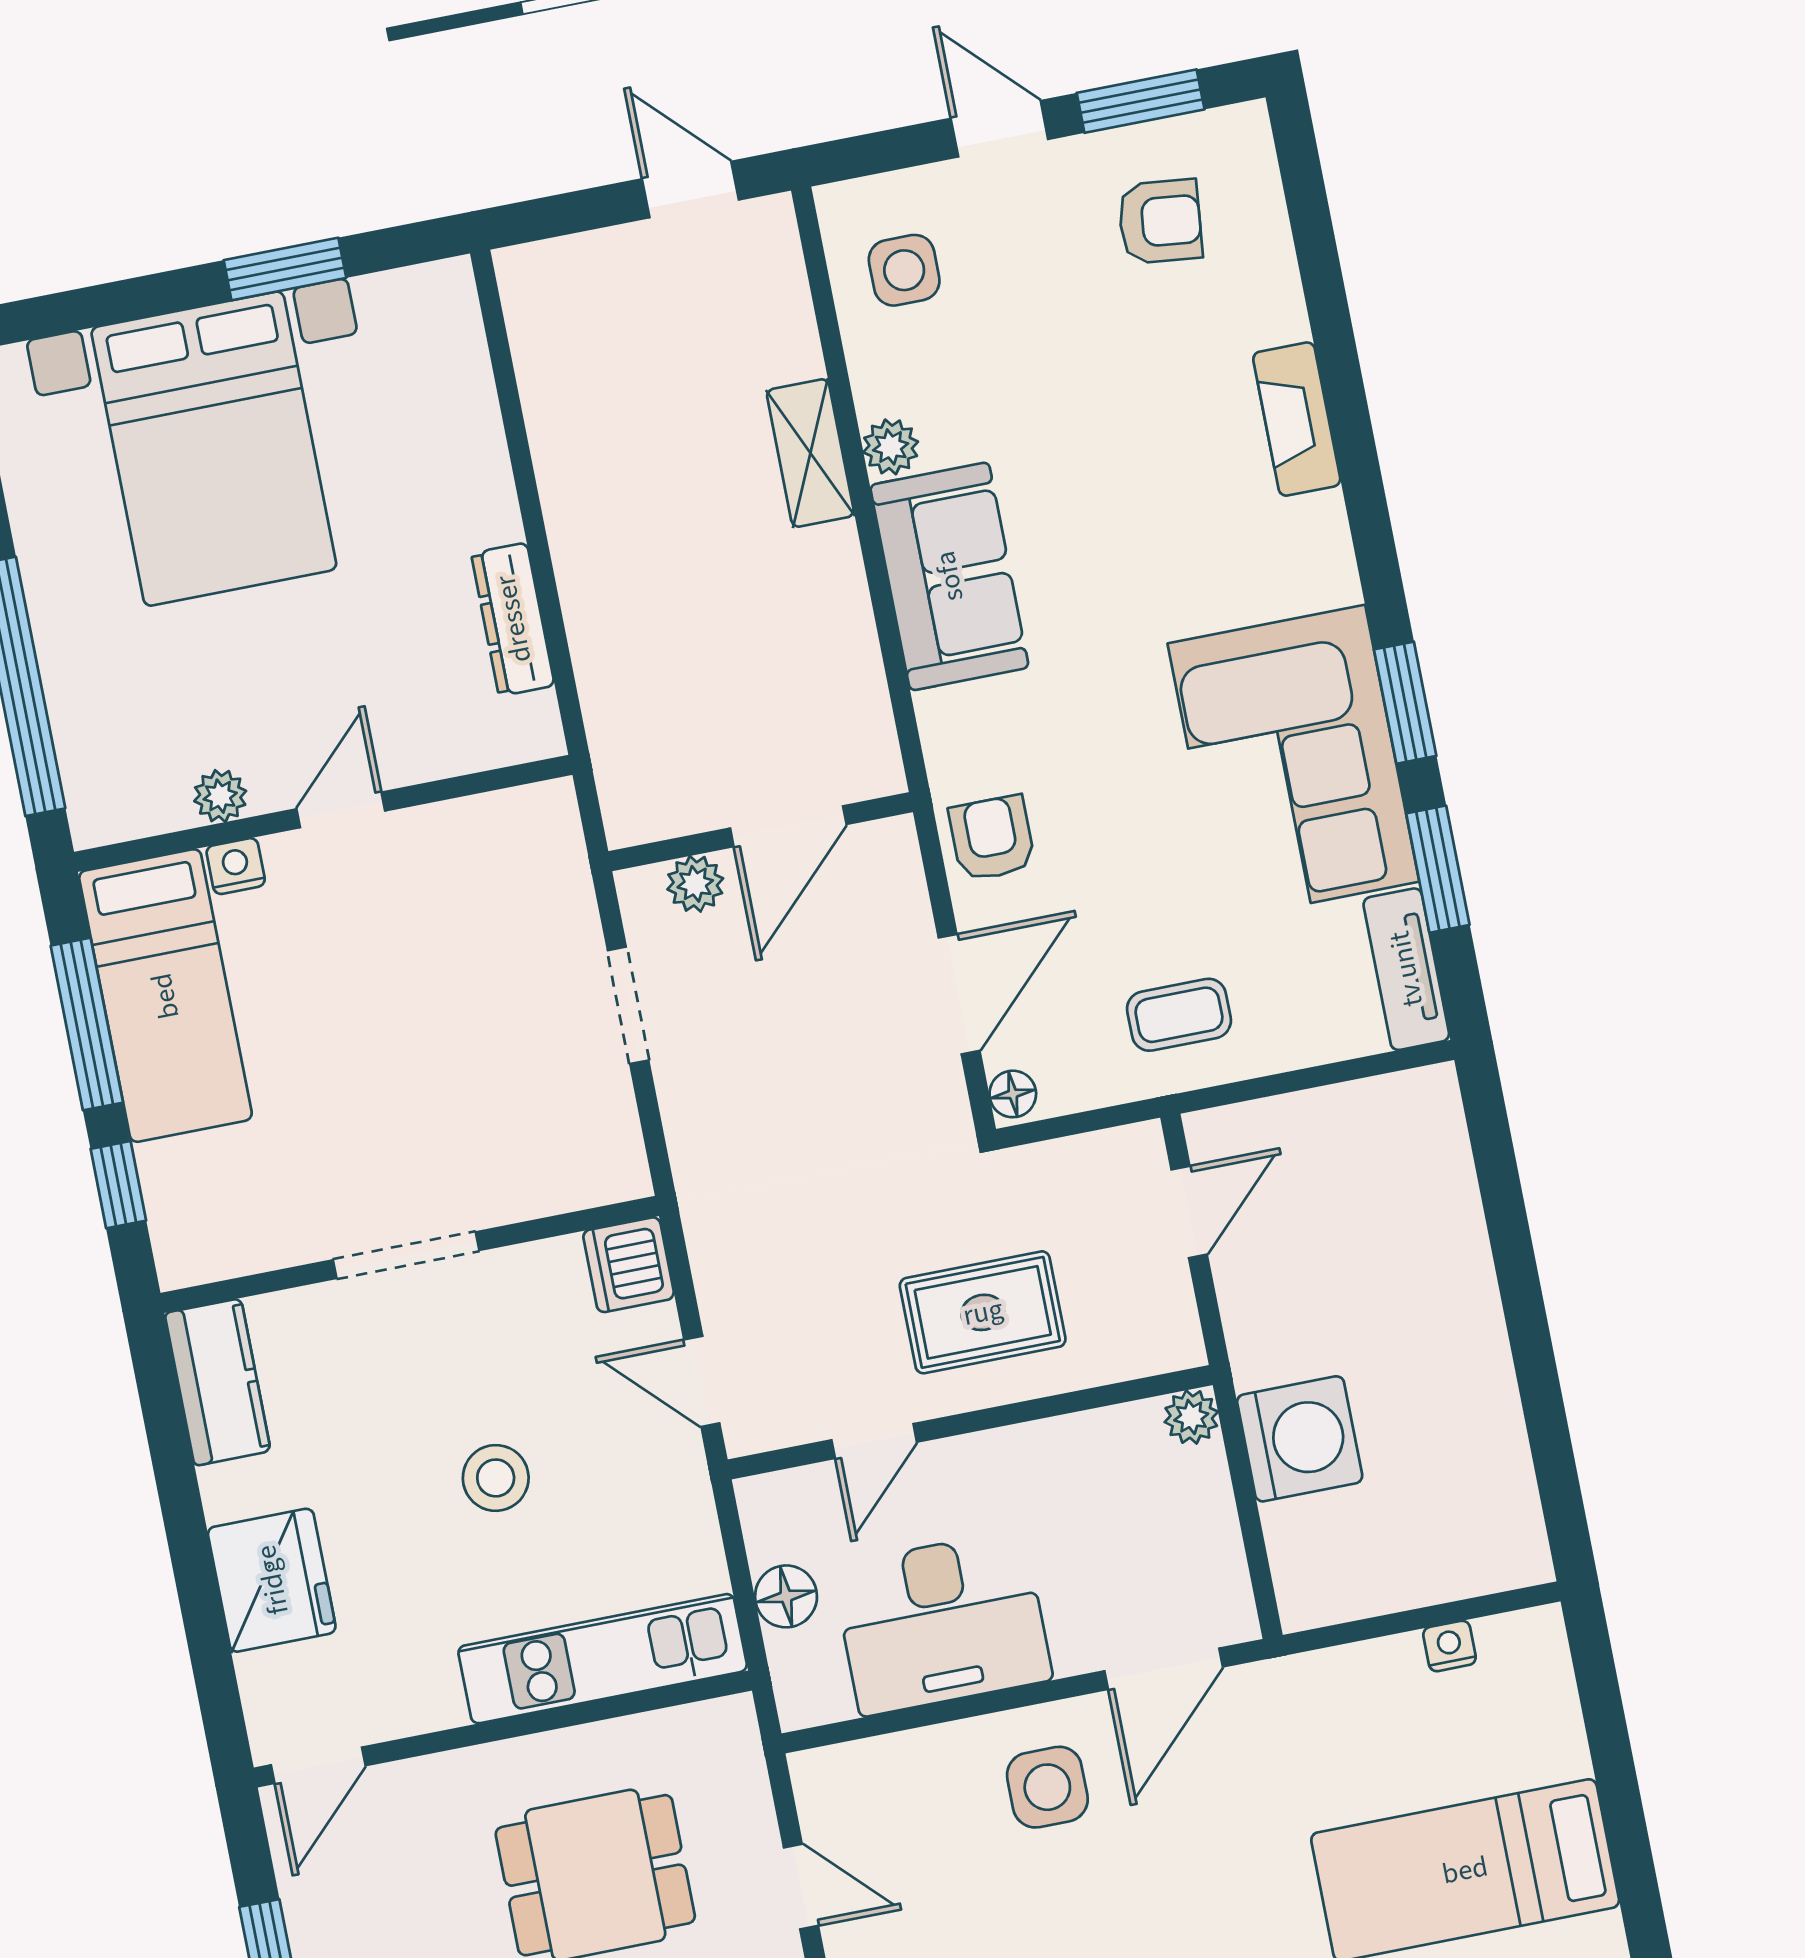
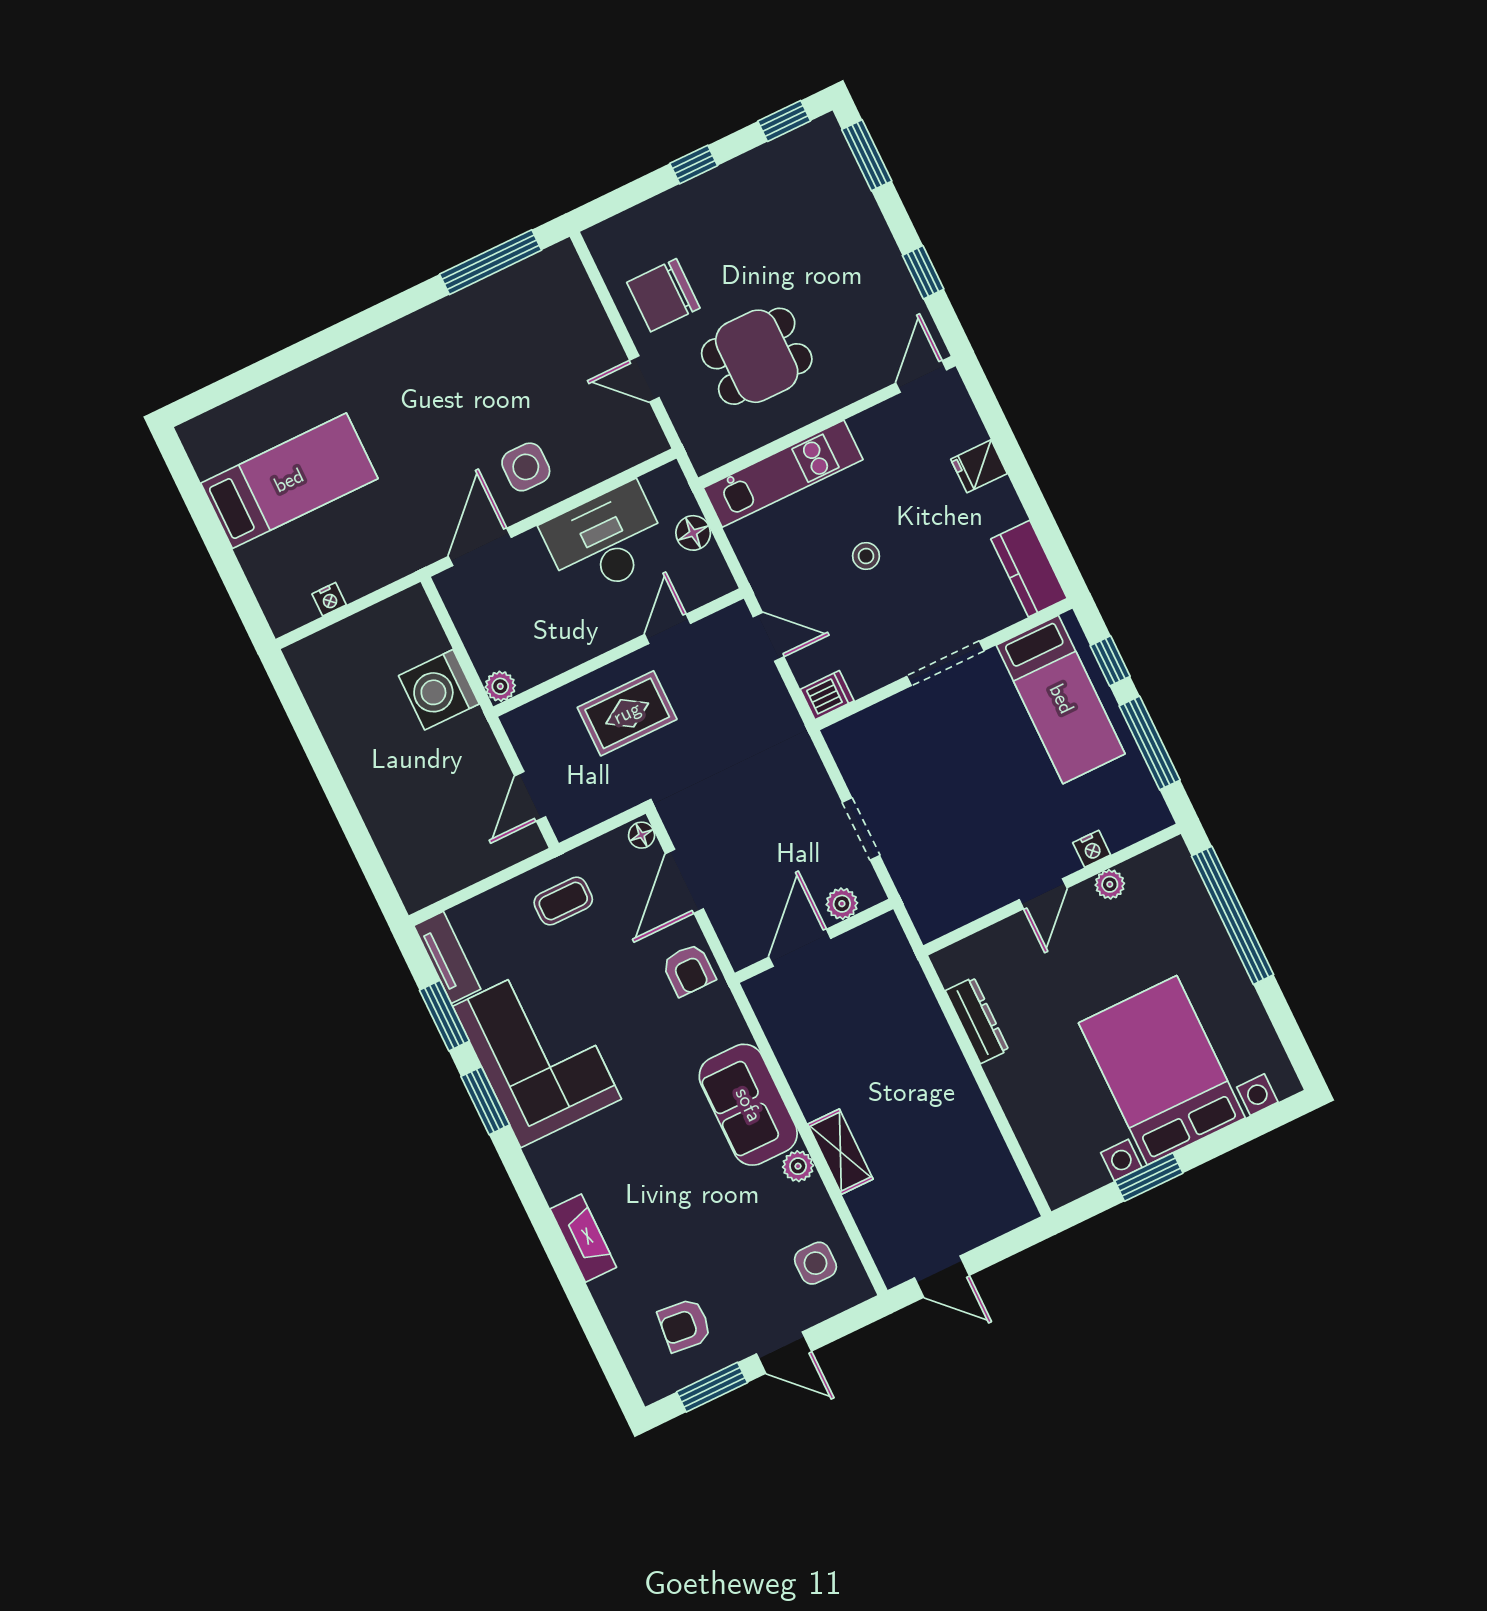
bed: (165, 996) -> (1061, 699), moved, turned 180
dishwasher: (629, 1265) -> (827, 695), width x0.73
stool: (496, 1478) -> (866, 556), width x0.73, depth x0.73
fridge: (272, 1580) -> (979, 466), width x0.53, depth x0.75

